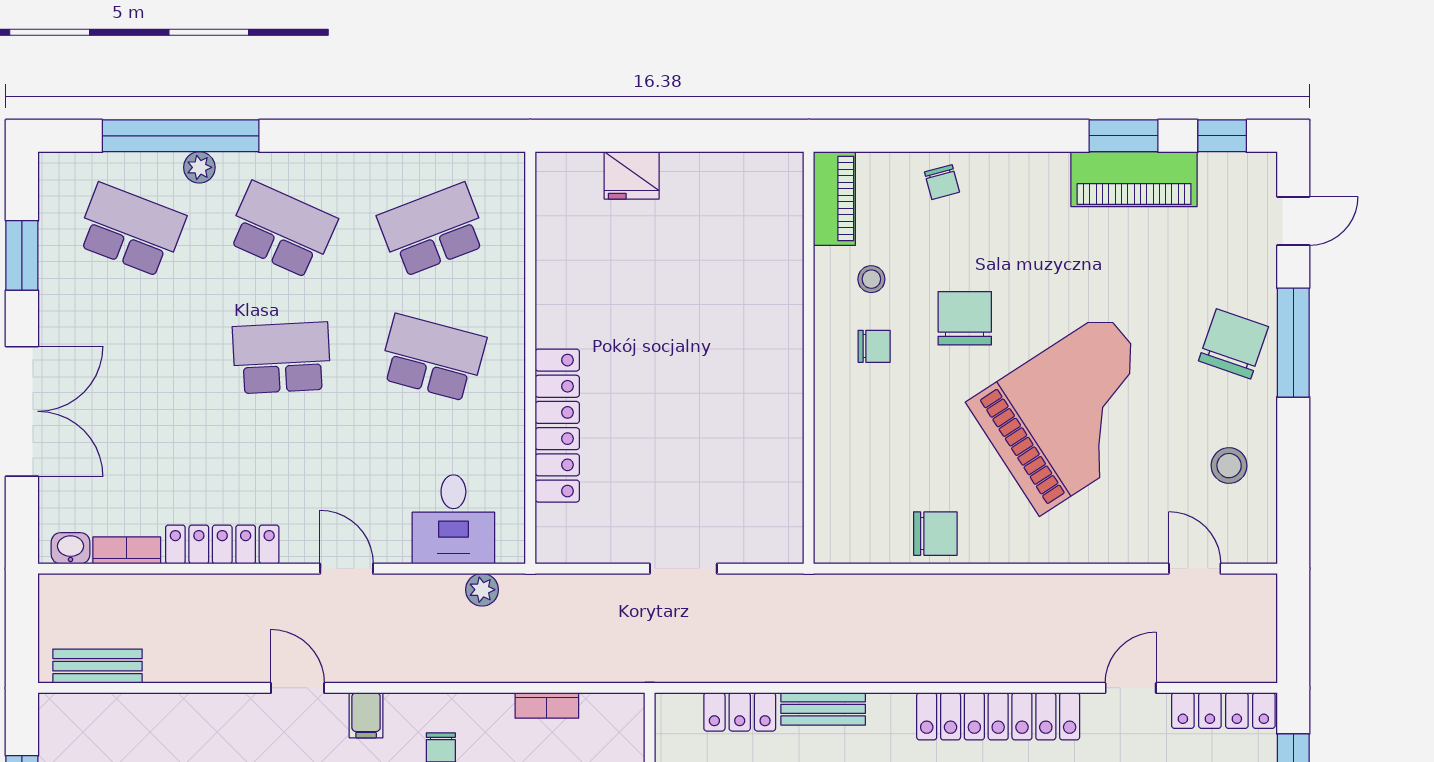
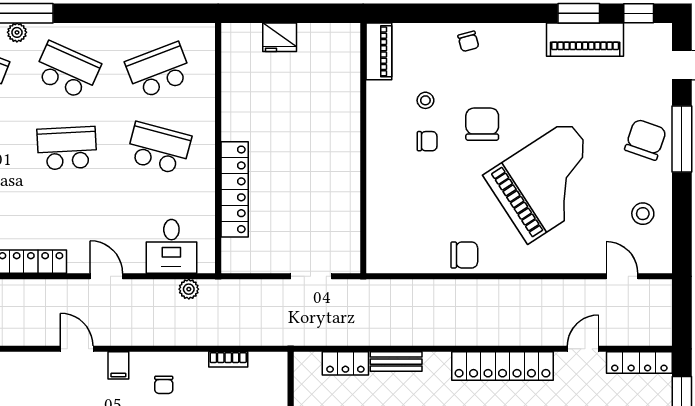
piano: (834, 199) -> (379, 51), moved
wall: (809, 358) -> (363, 148), moved

